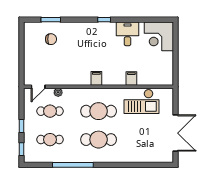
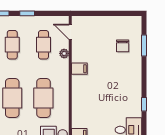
filing cabinet: (96, 78) -> (79, 69), moved

